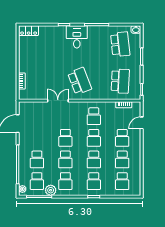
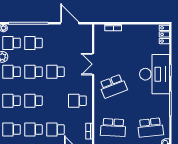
desk: (77, 37) -> (155, 74), width x1.87, depth x1.30
double door: (58, 101) -> (93, 64), swing flipped
school desk: (94, 138) -> (55, 101), removed

